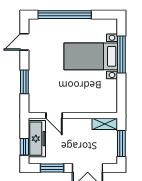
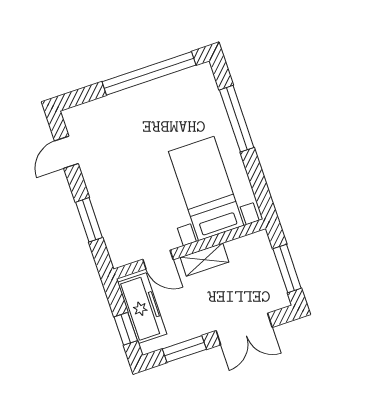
window: (65, 15) -> (149, 73), moved
bed with nightstands: (91, 56) -> (206, 188), moved, turned 90
shelving: (105, 124) -> (204, 260), moved

